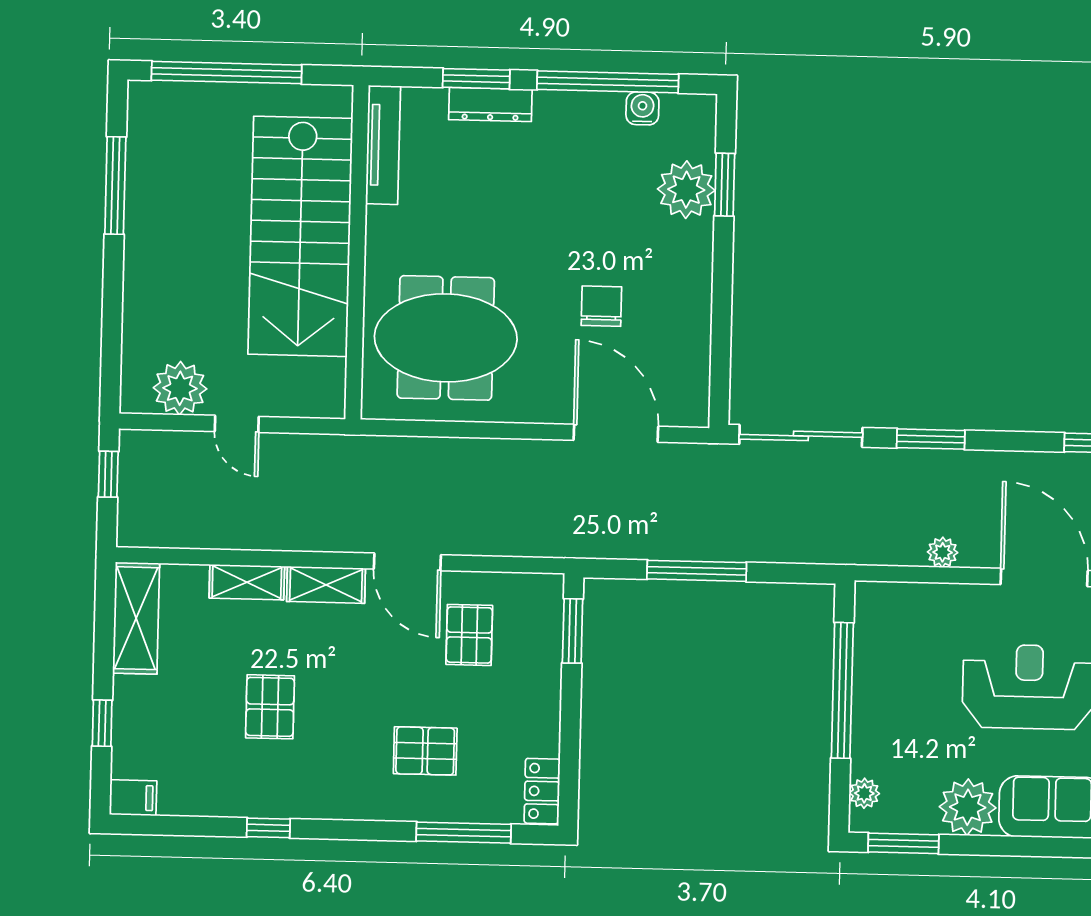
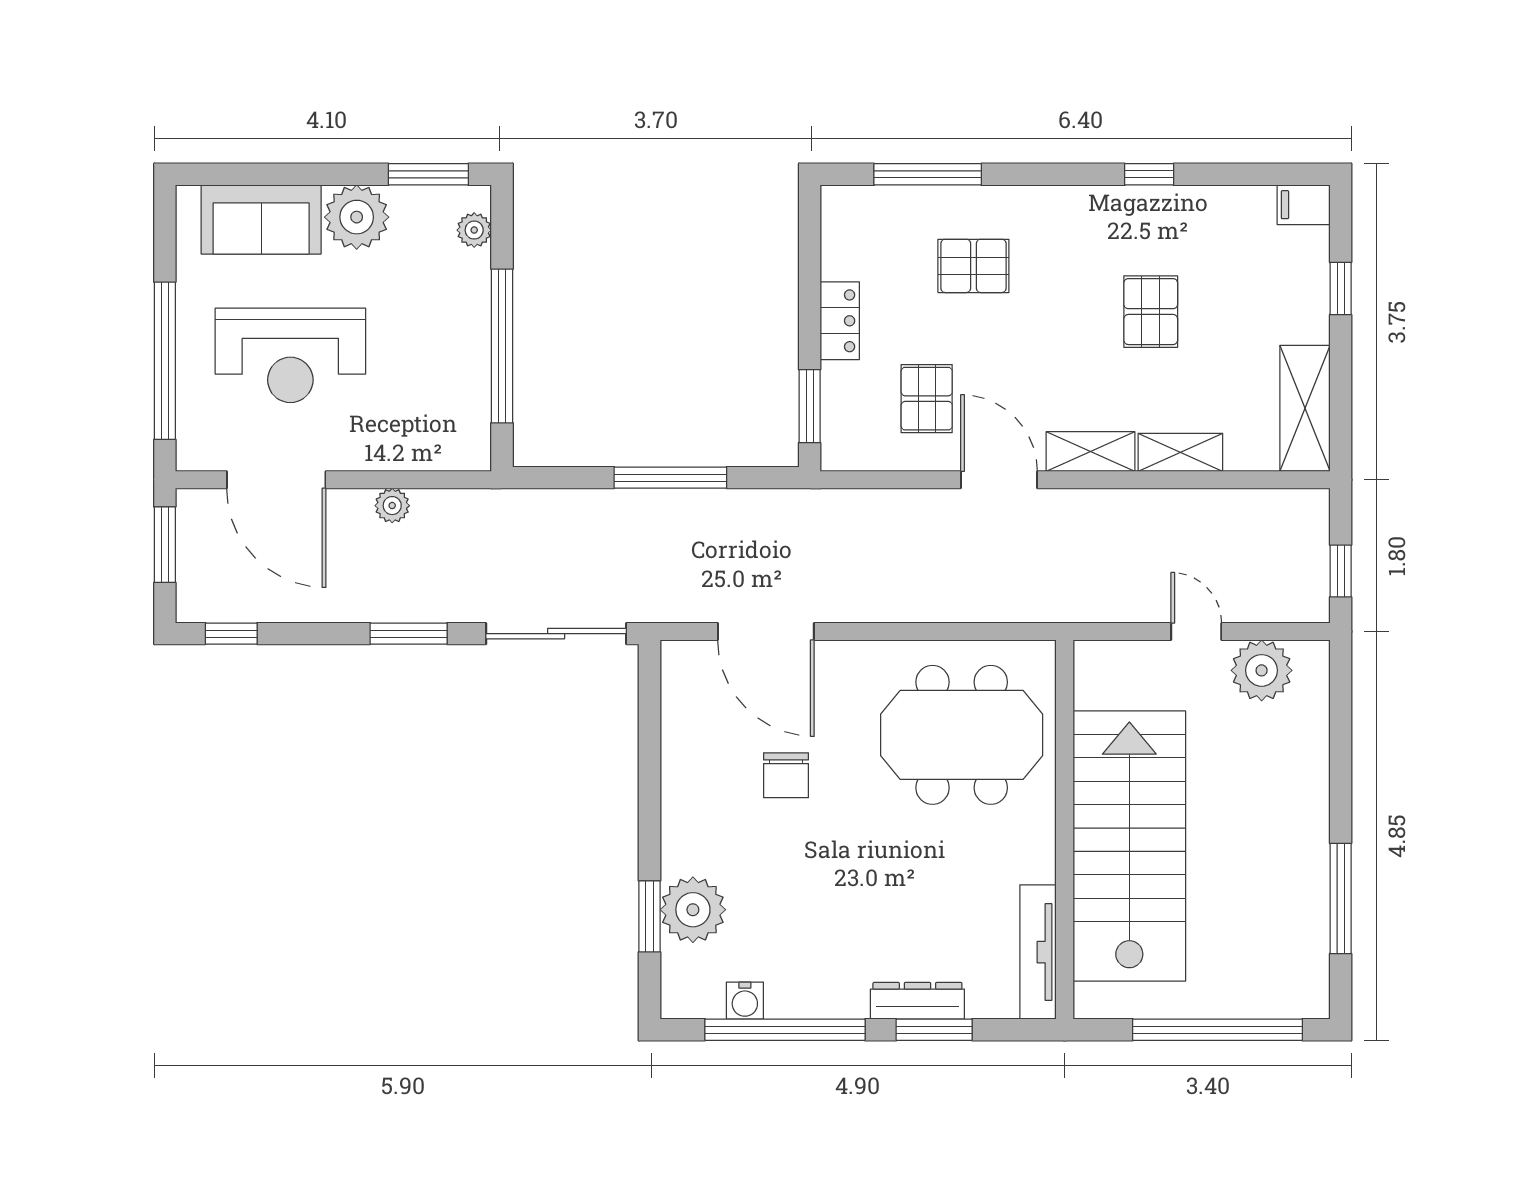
locker: (542, 791) -> (840, 321), moved

